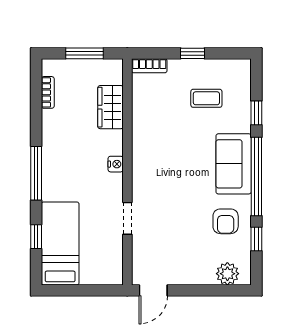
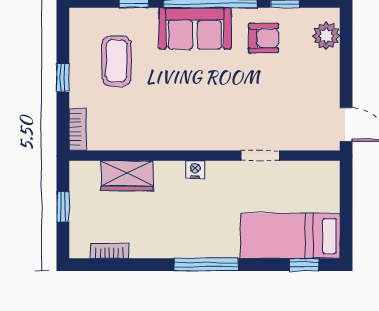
window: (84, 53) -> (63, 207), width x0.67
coffee table: (206, 98) -> (116, 61), width x1.36, depth x1.30
window: (36, 237) -> (304, 265), moved

